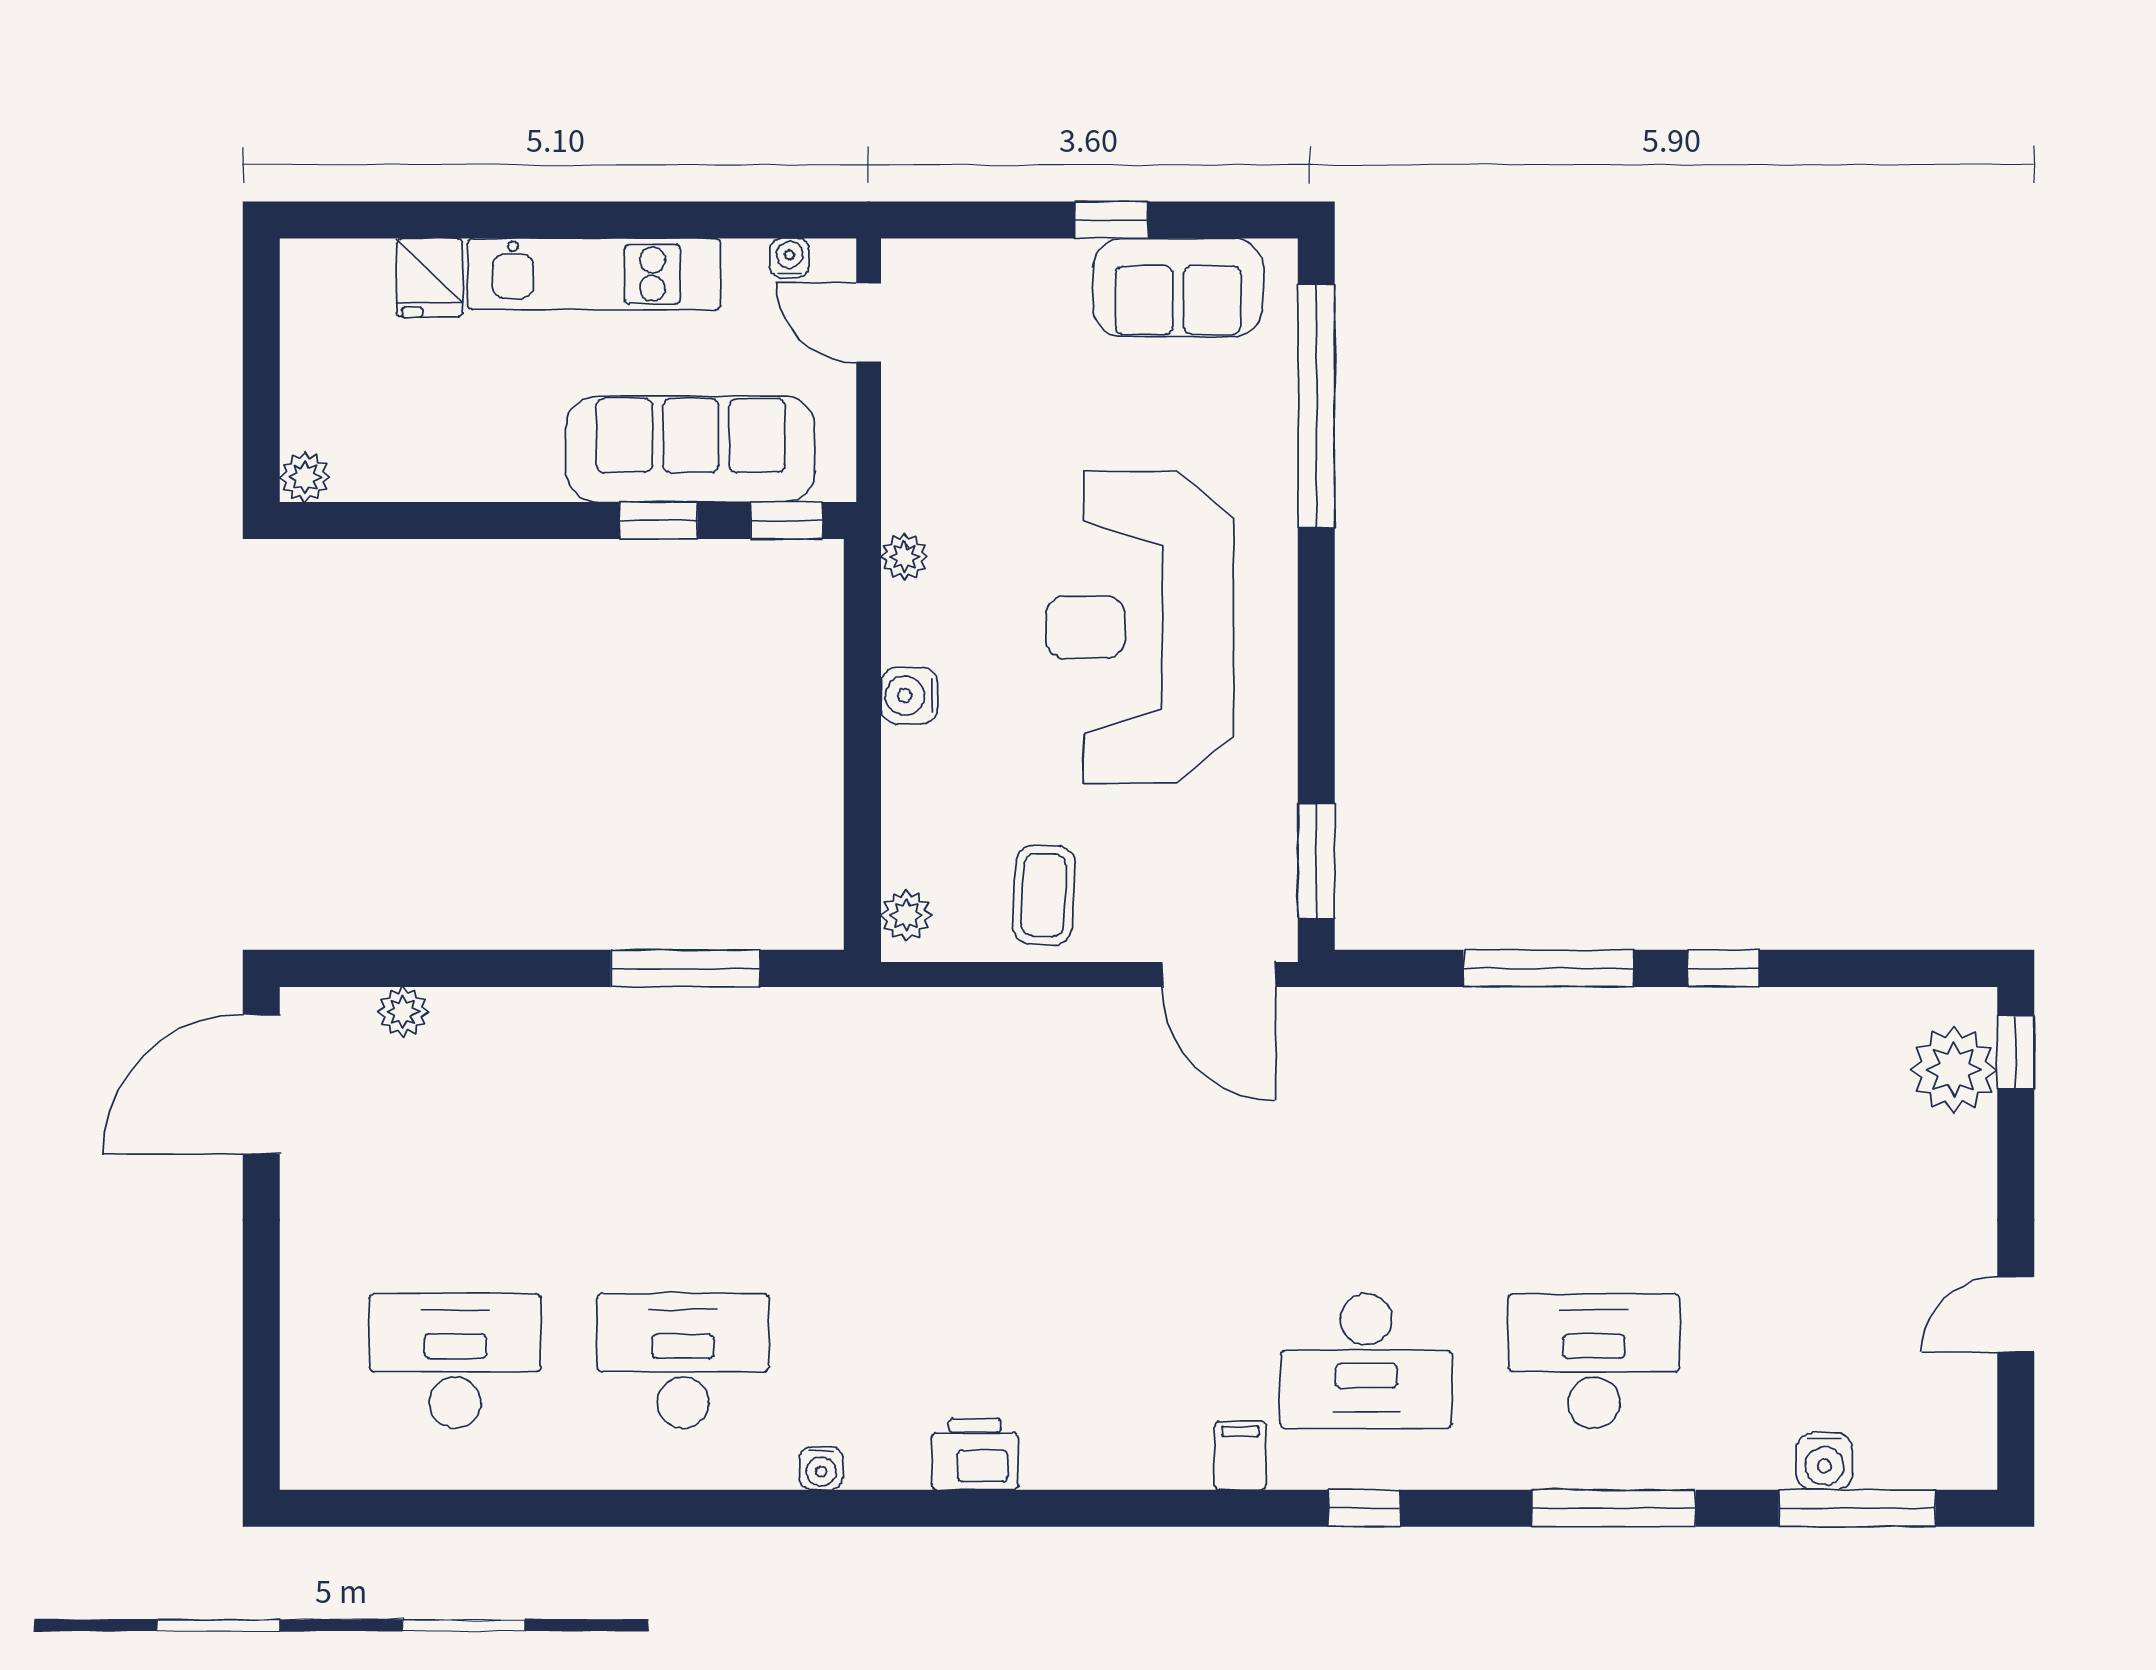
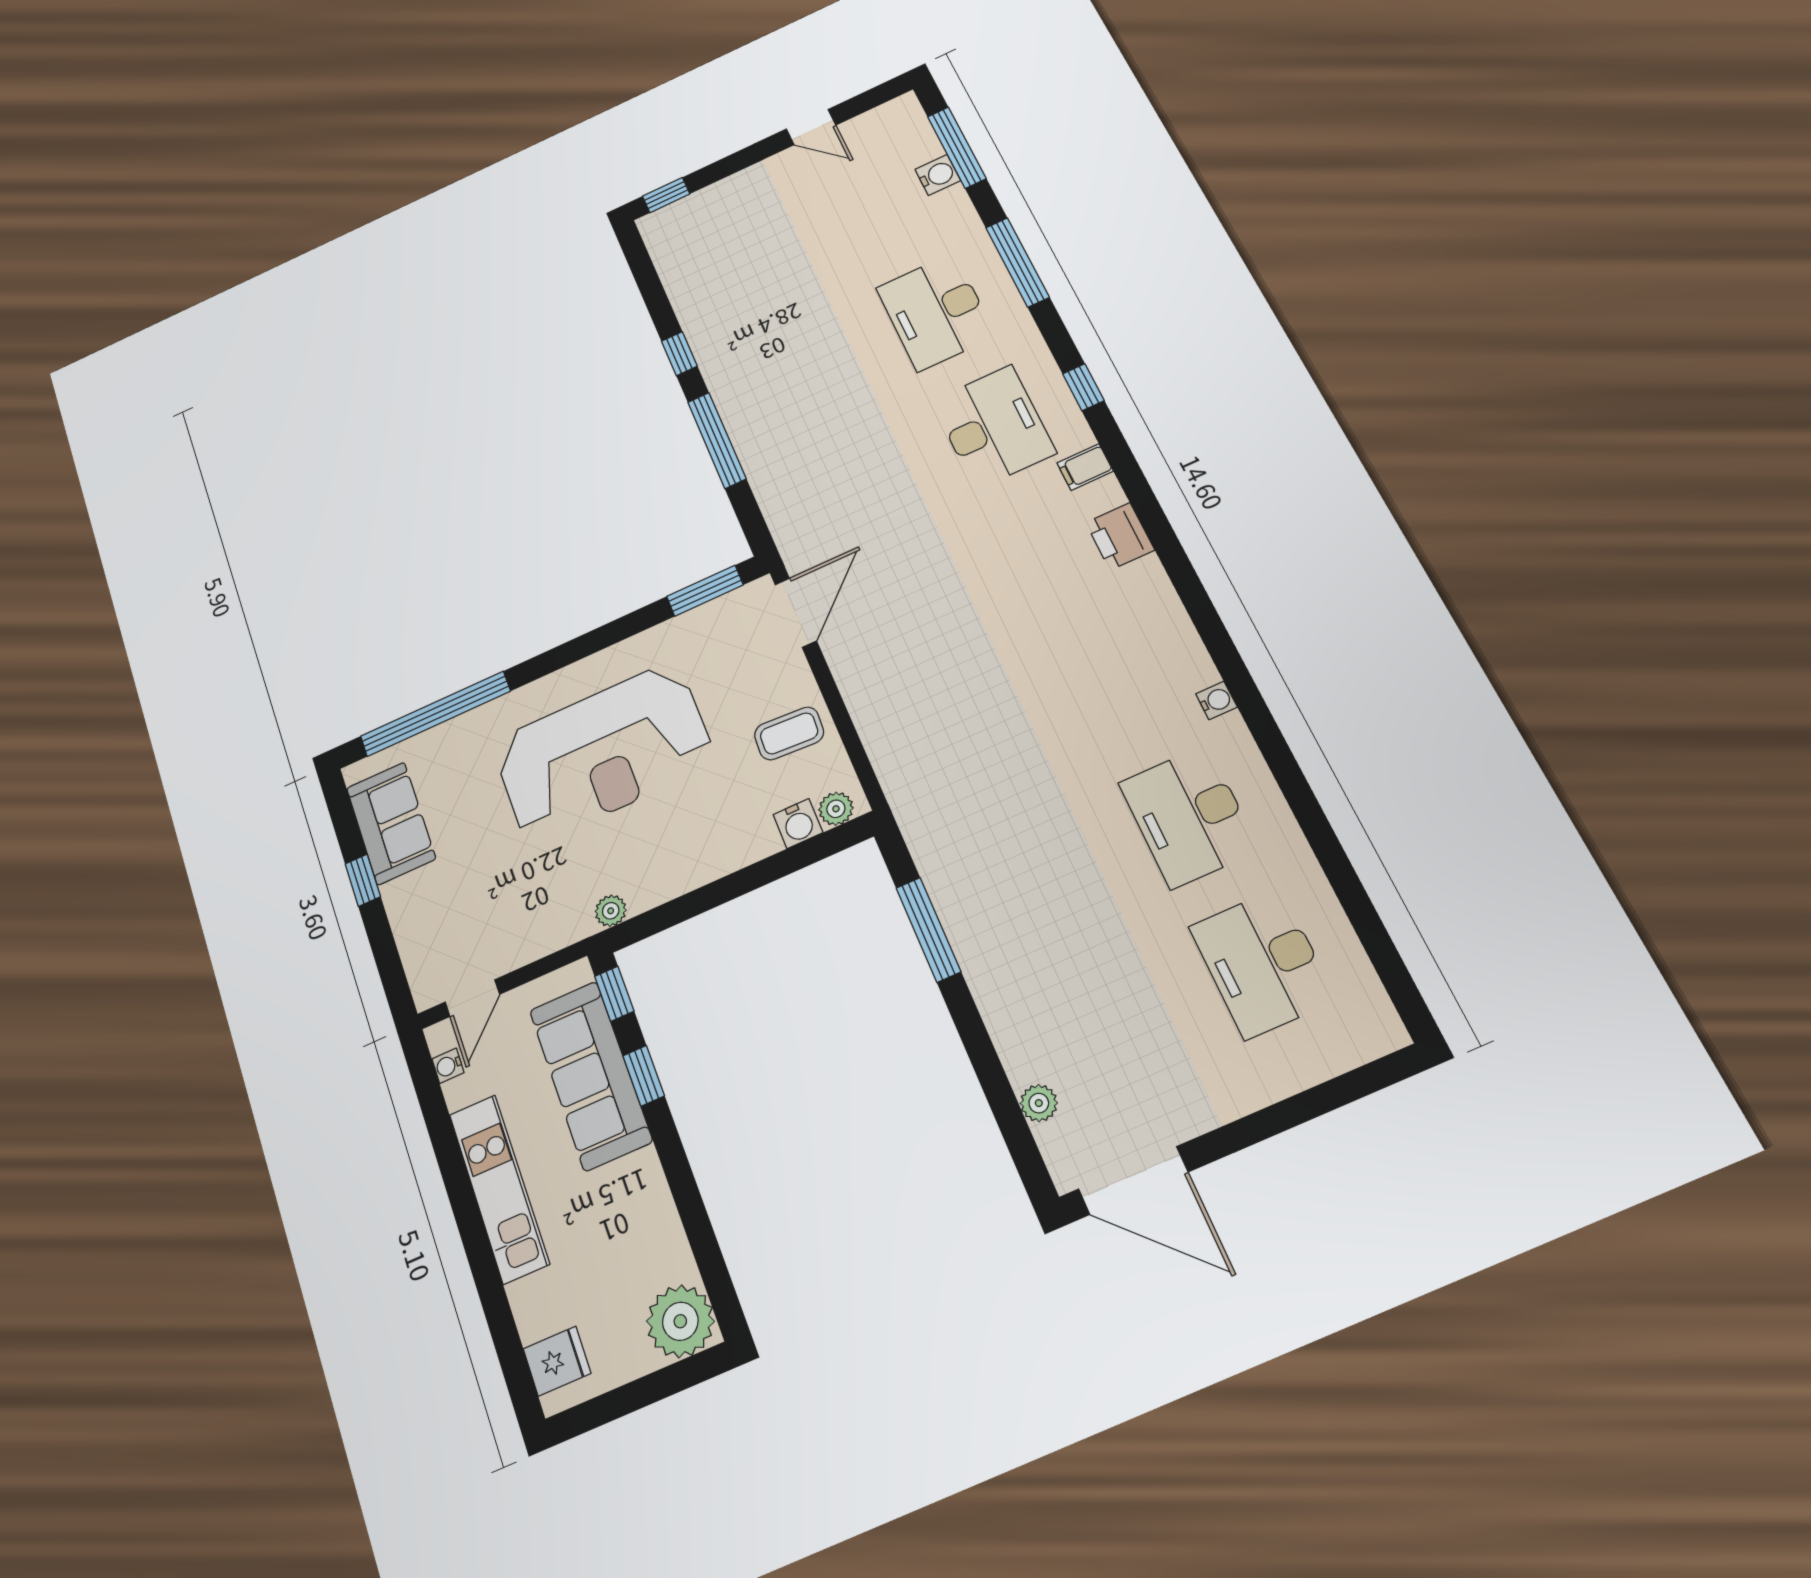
fridge: (430, 278) -> (557, 1361), moved
plant: (305, 477) -> (680, 1321), width x1.87, depth x1.87
water cooler: (909, 696) -> (798, 824), moved
plant: (1954, 1070) -> (688, 219), removed
printer: (975, 1454) -> (1120, 536), moved

